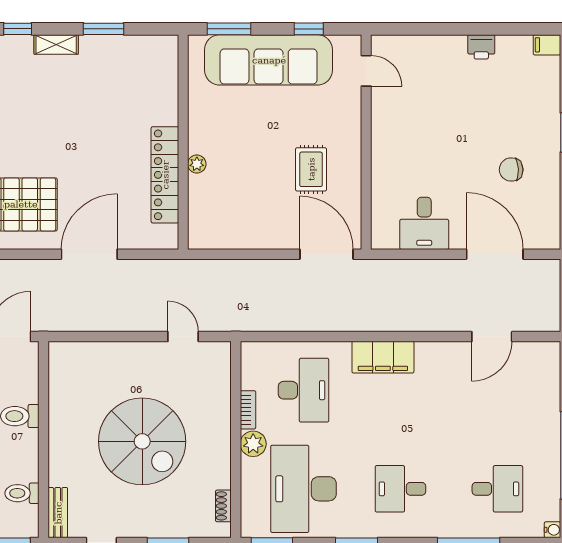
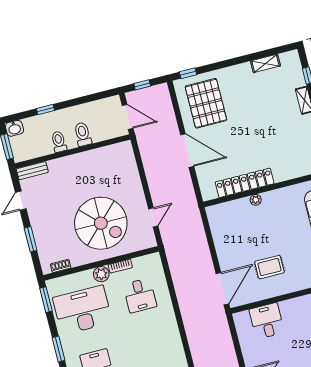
desk: (424, 223) -> (267, 321), moved, turned 90
filing cabinet: (383, 357) -> (171, 337), removed
desk: (303, 390) -> (140, 295), width x0.73
spiral stairs: (142, 441) -> (101, 223), moved, turned -90
toilet: (22, 493) -> (59, 142), moved

